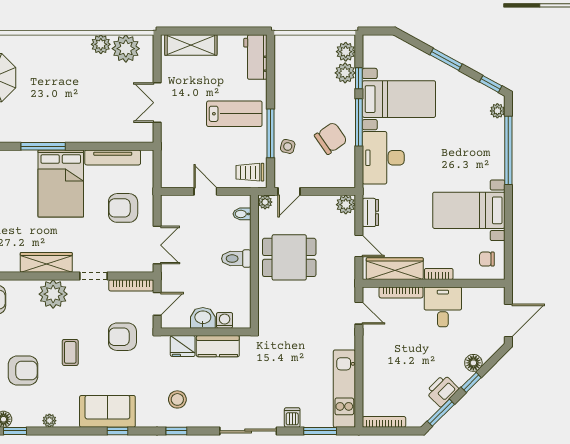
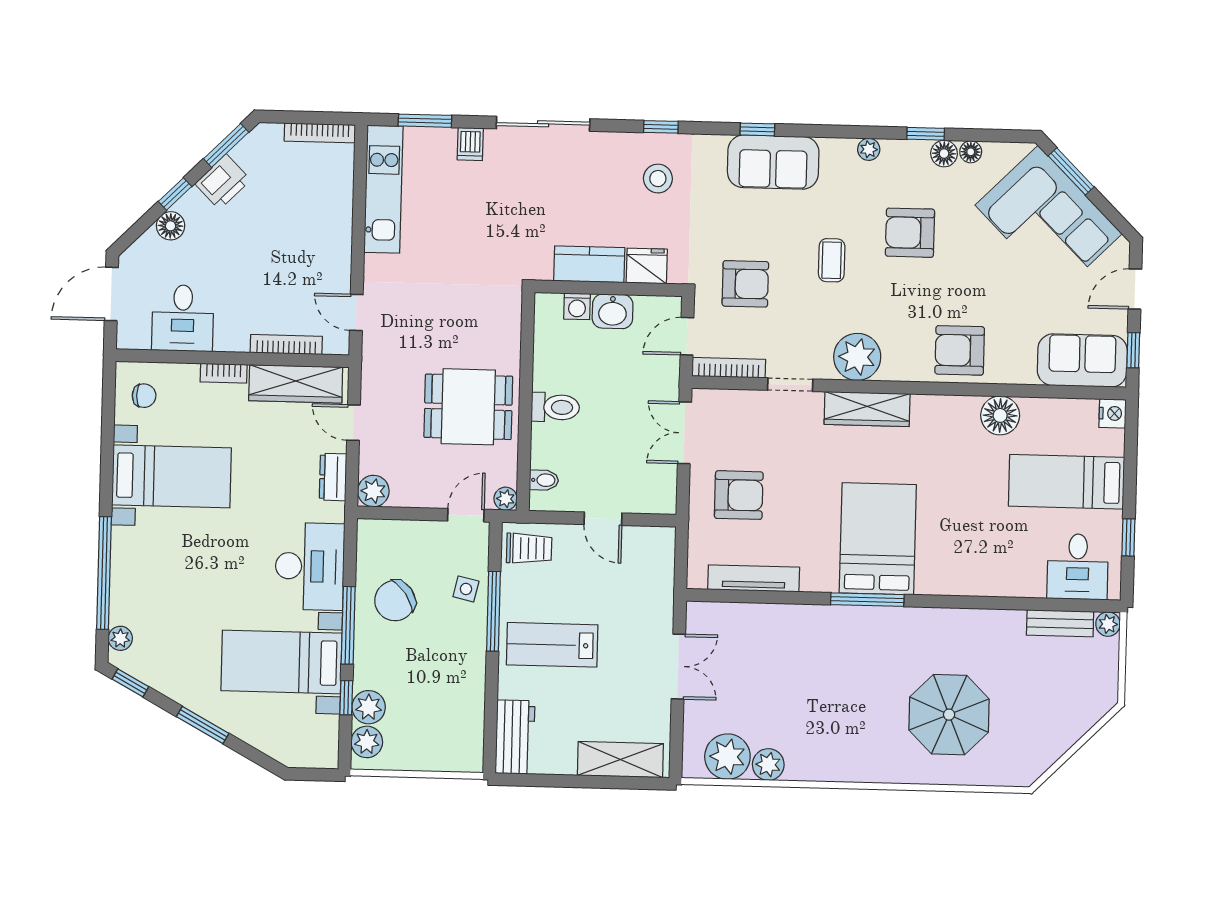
bed: (61, 184) -> (878, 539), moved
desk: (443, 307) -> (183, 318), moved

